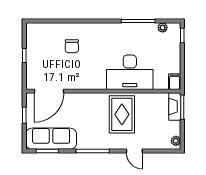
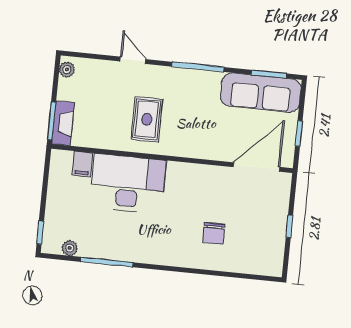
chair: (72, 46) -> (214, 233), turned 180
filing cabinet: (175, 82) -> (82, 164), moved
rug: (122, 114) -> (147, 119), width x0.73, depth x0.70

